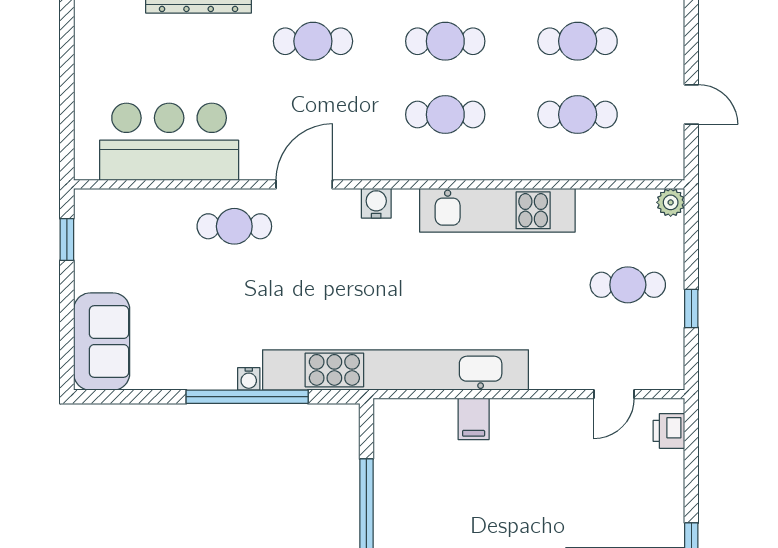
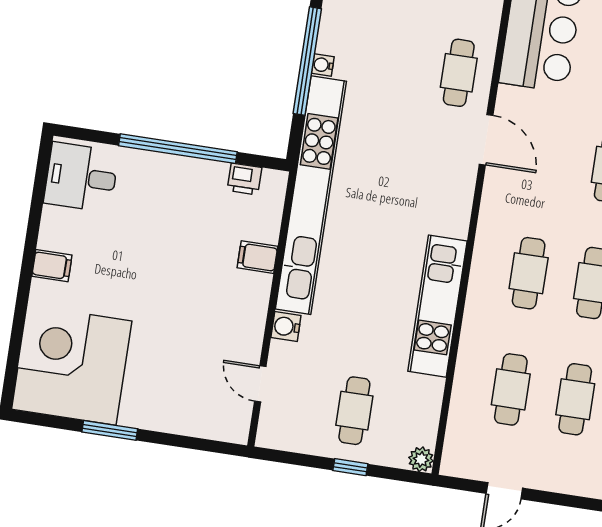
water cooler: (376, 203) -> (286, 327), moved, turned 180
window: (691, 309) -> (350, 467), moved
printer: (669, 431) -> (245, 179), moved, turned 180

